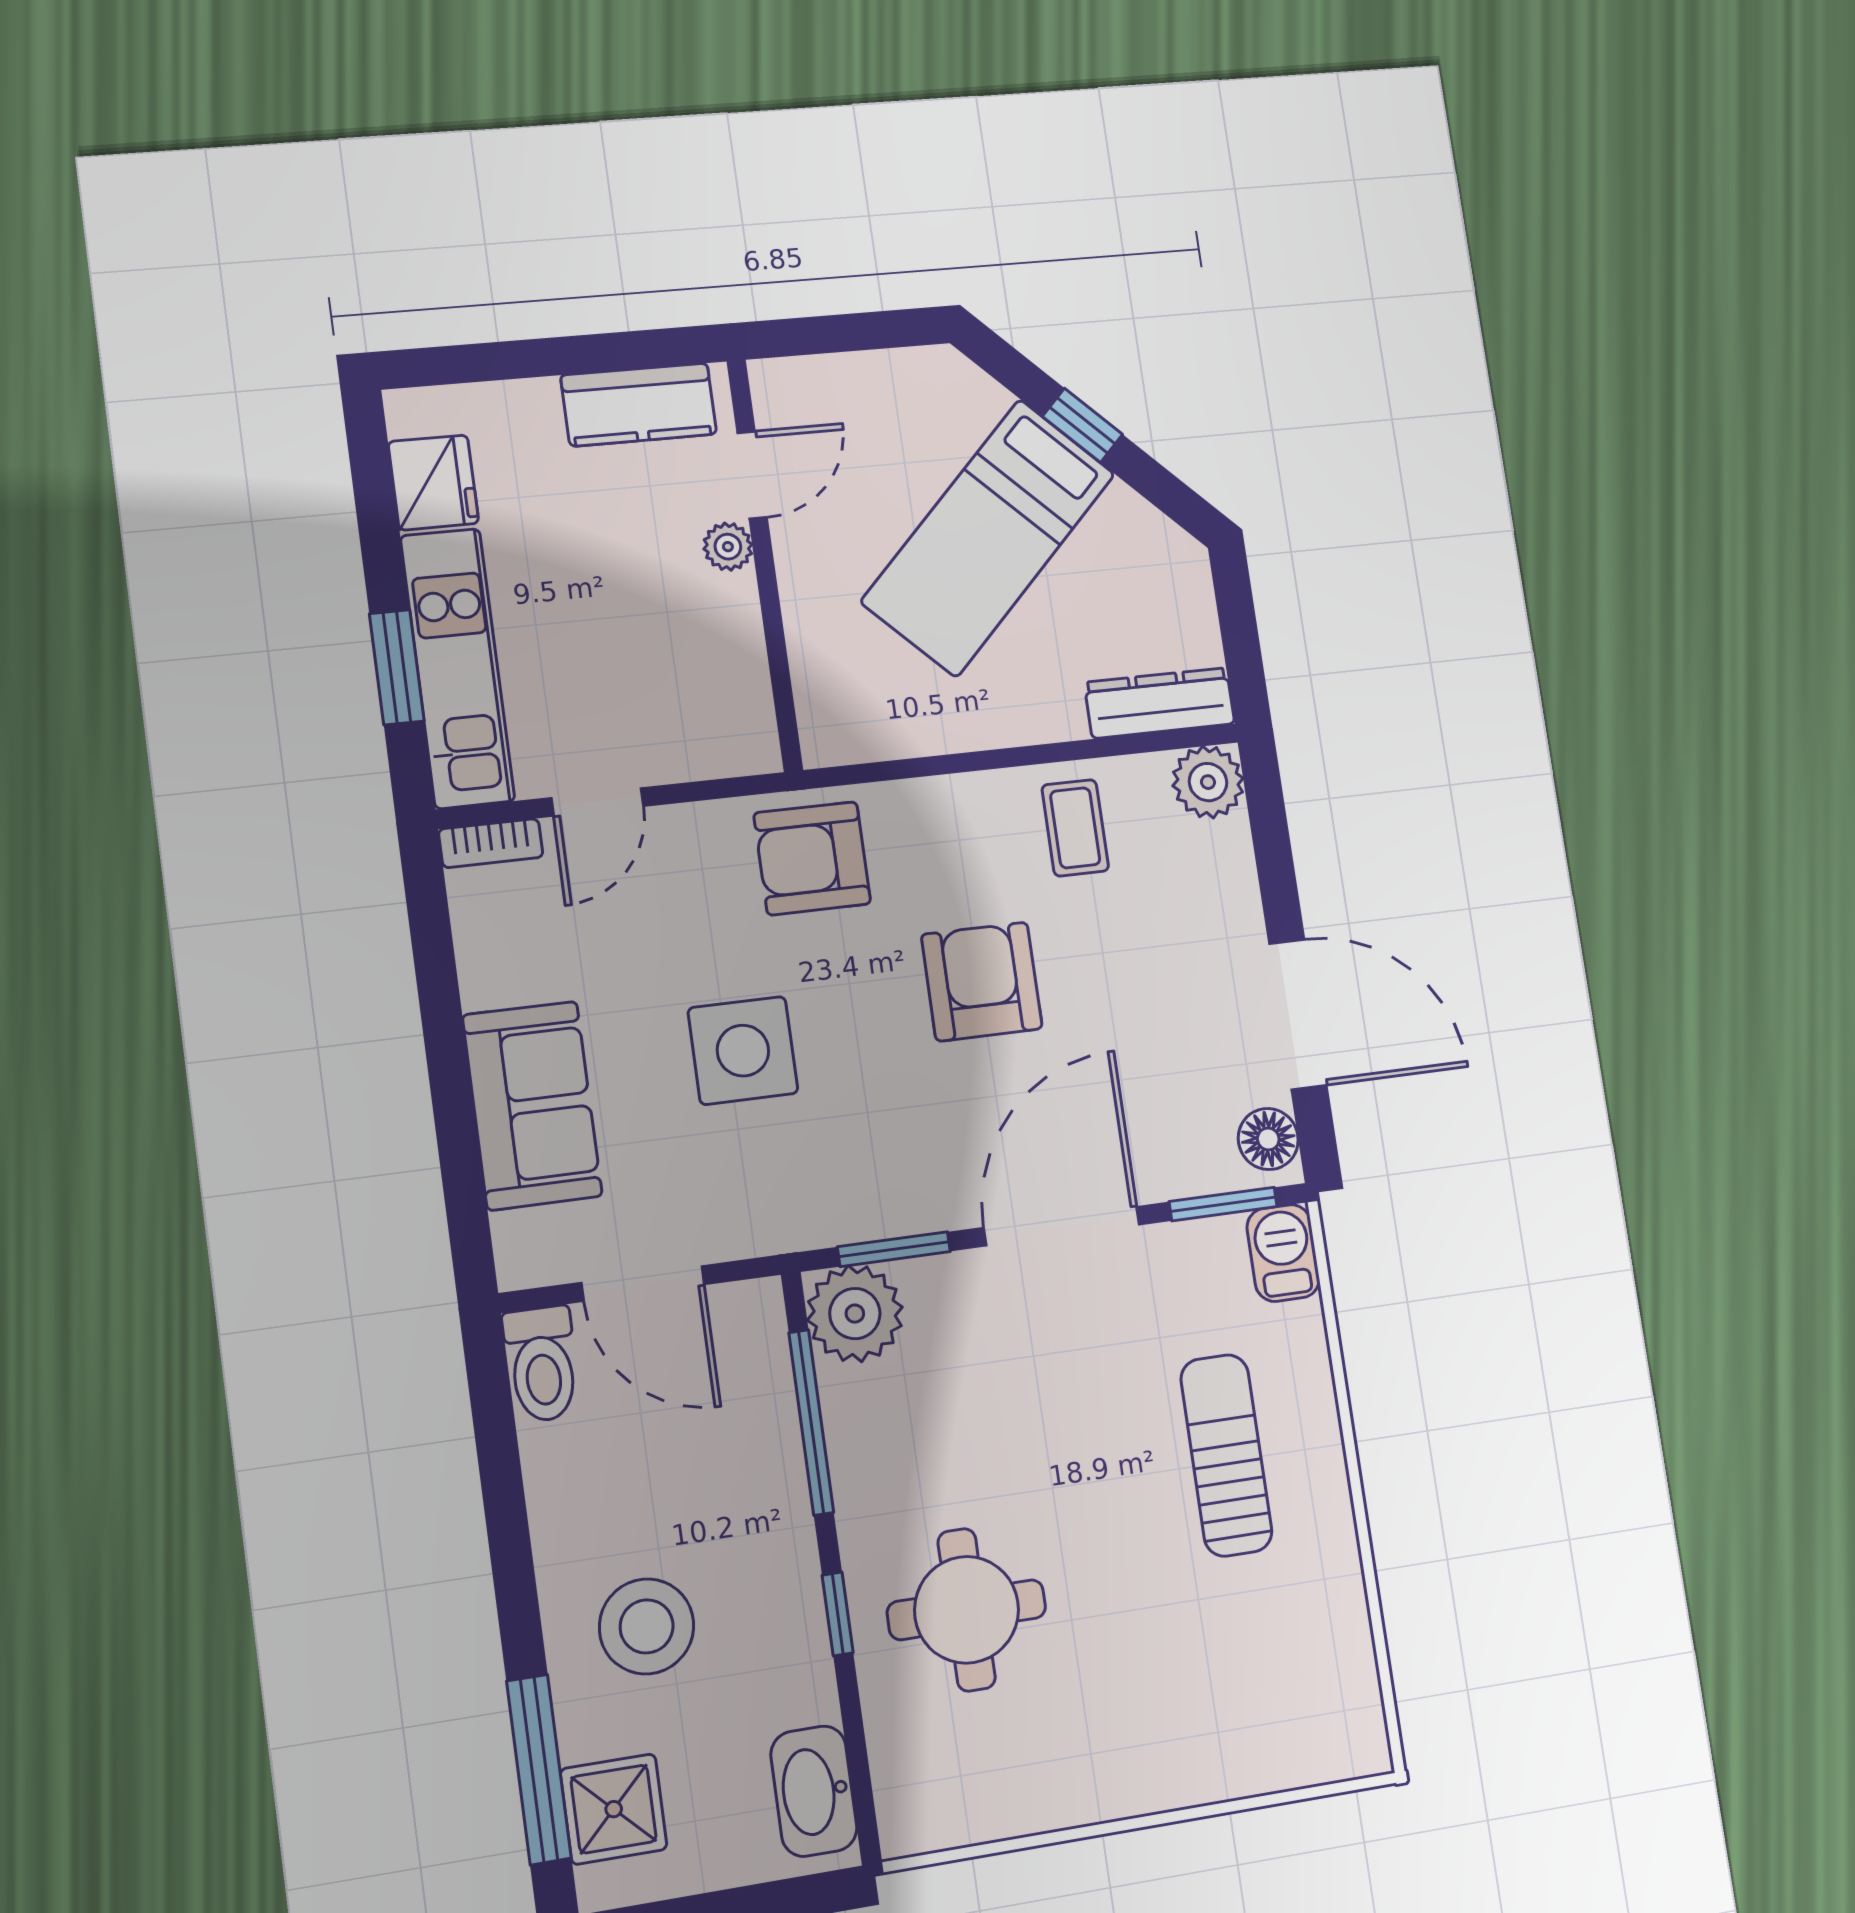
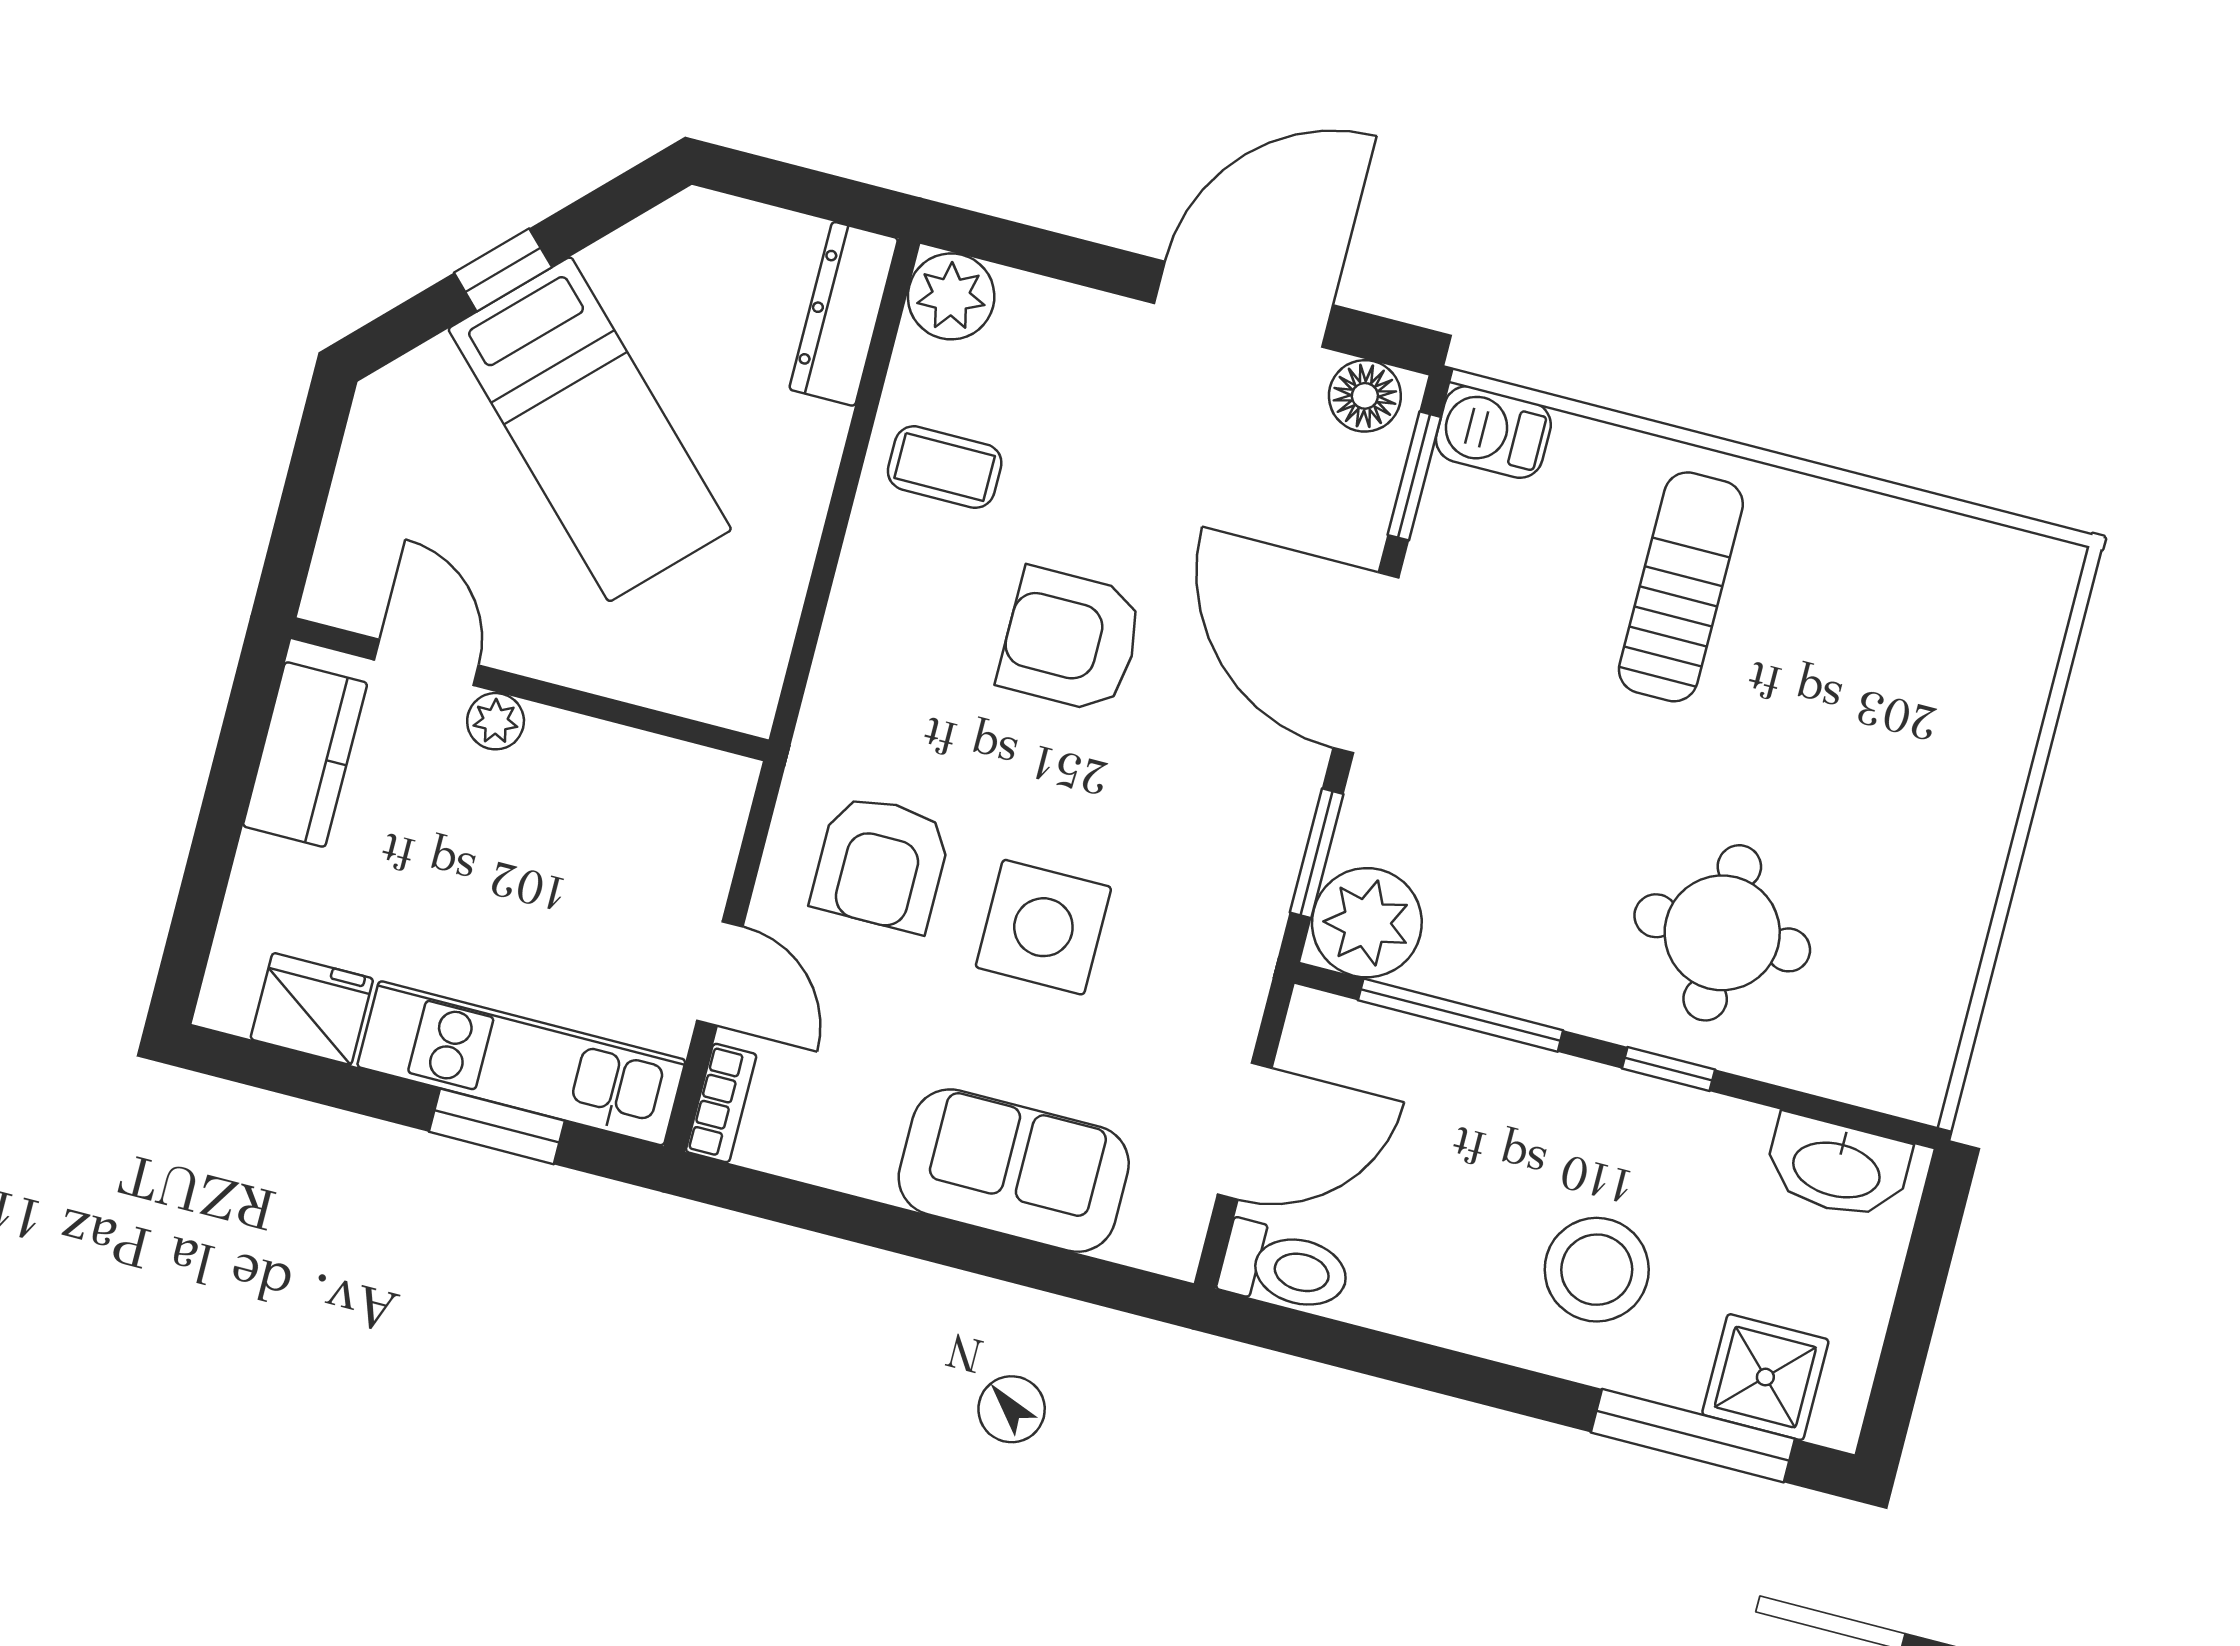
armchair: (812, 858) -> (881, 863), moved
sun lounger: (1226, 1455) -> (1681, 587), turned 90

